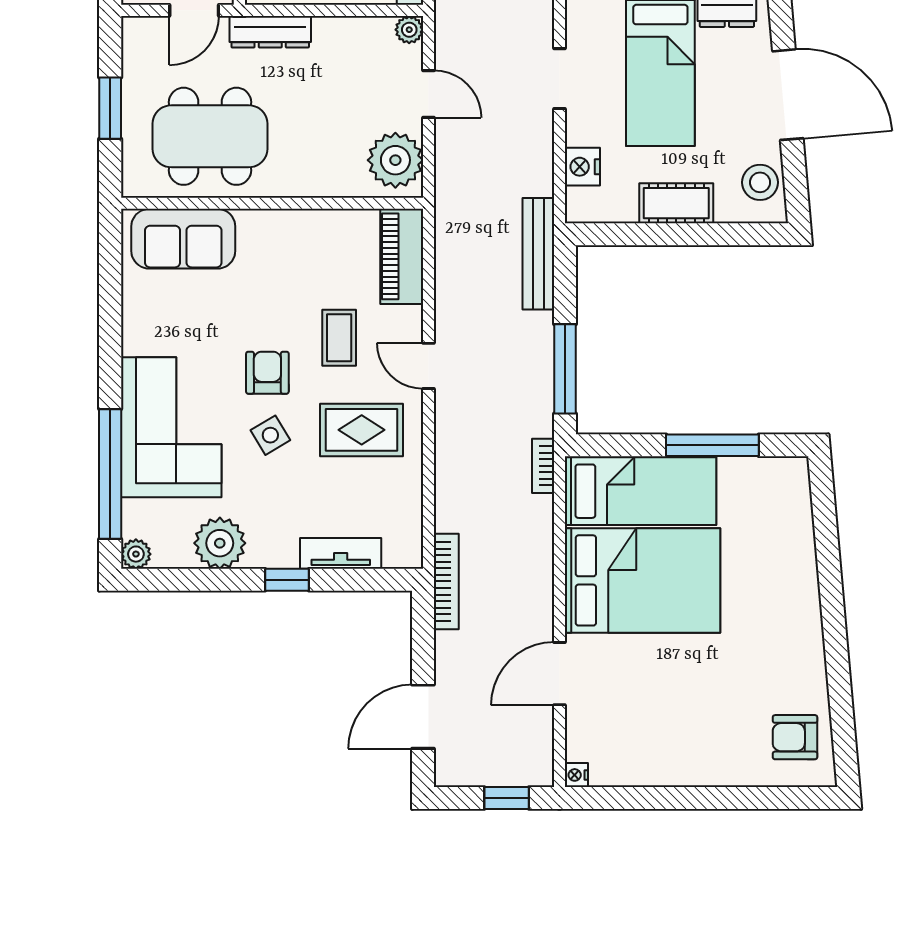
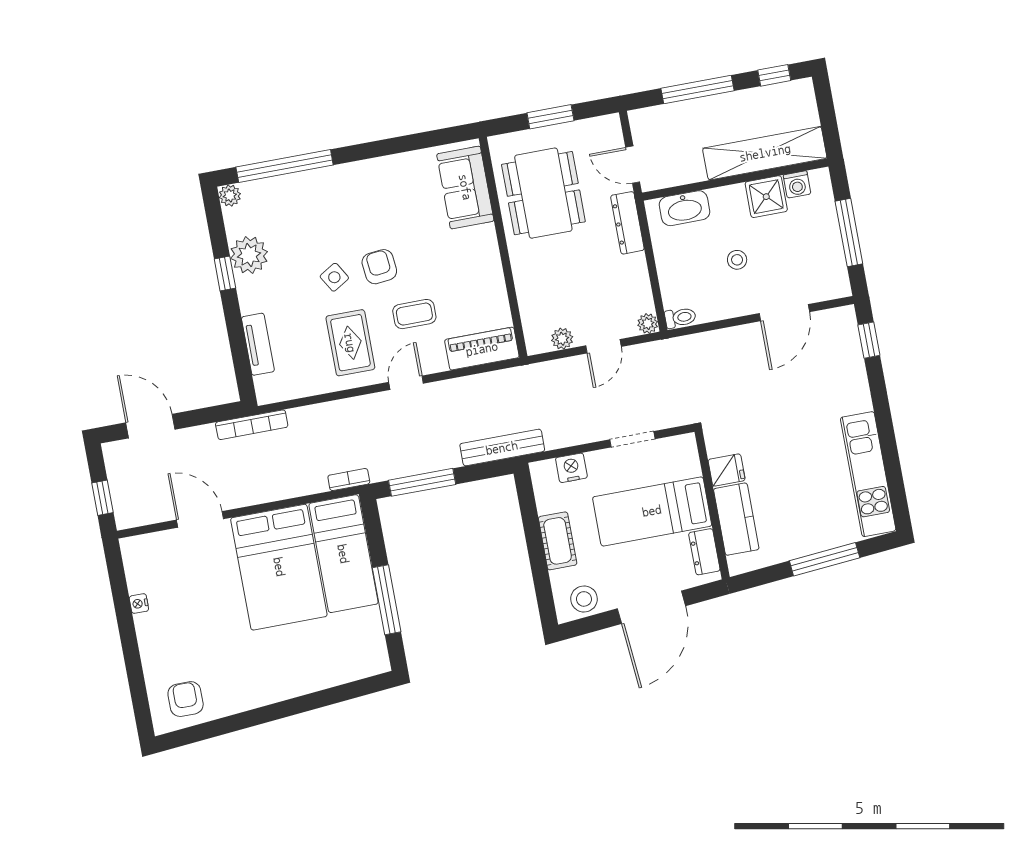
plant: (395, 160) -> (562, 339), width x0.53, depth x0.53
armchair: (267, 373) -> (379, 267), turned -96
corner sofa: (171, 427) -> (327, 204), removed
window: (287, 580) -> (225, 274), moved
nightstand: (576, 775) -> (139, 604), moved, turned -90

